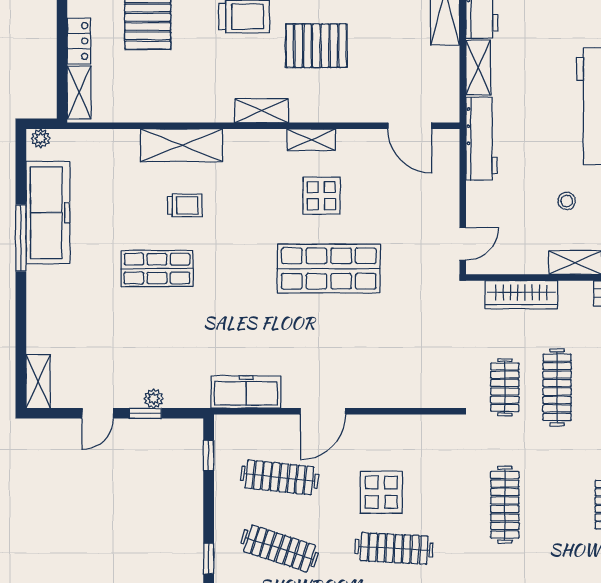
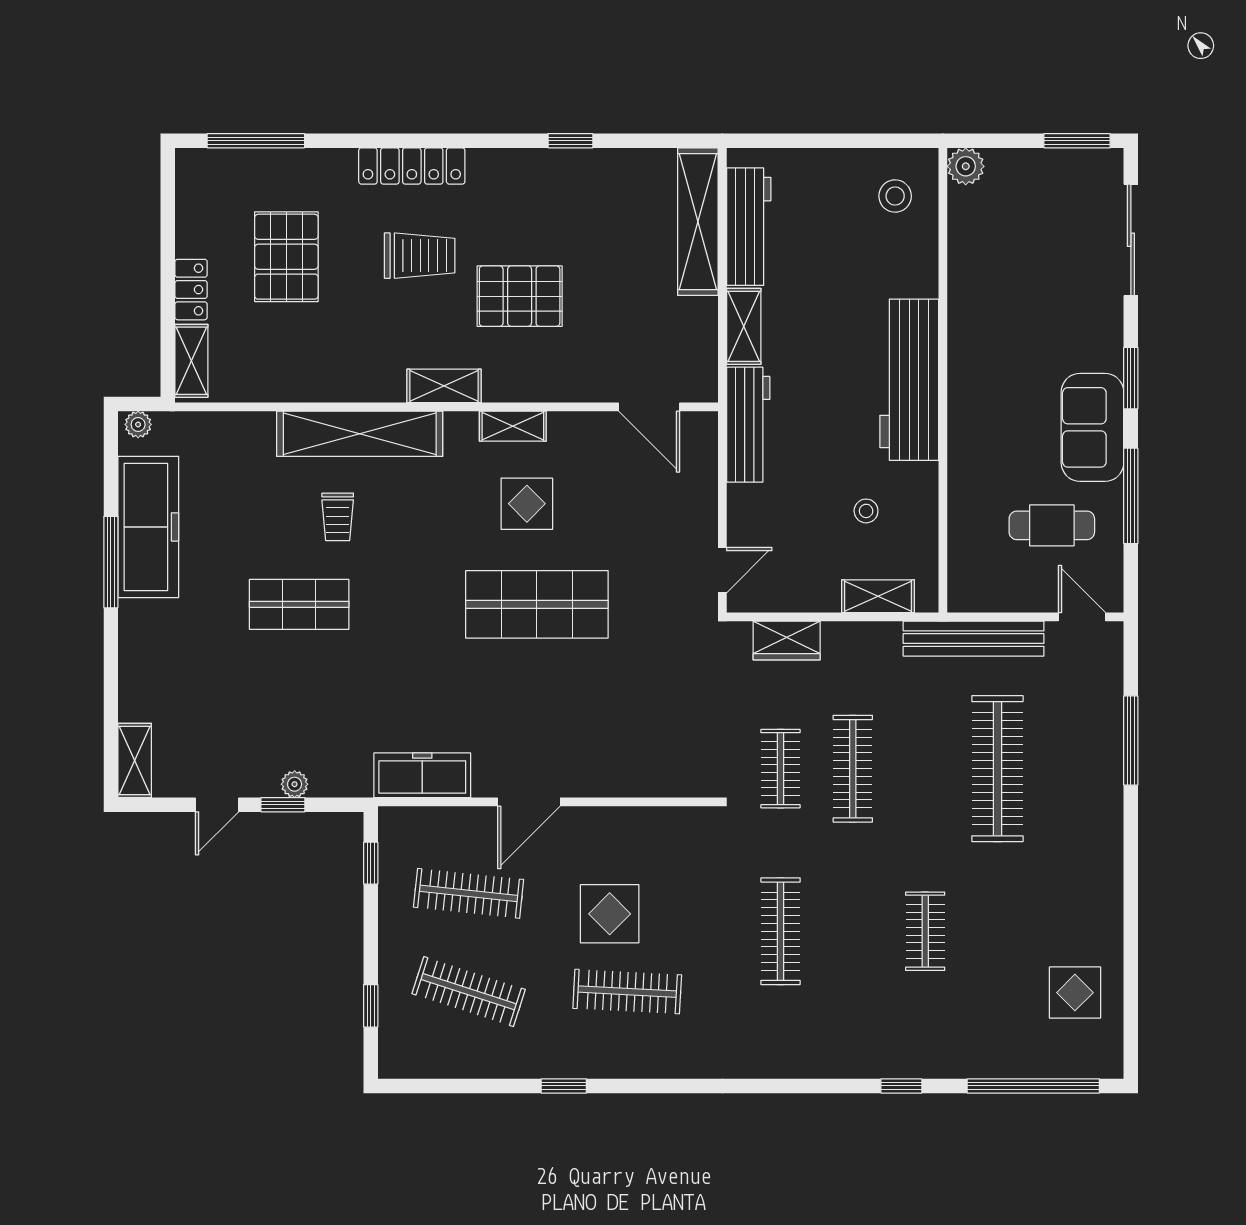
shelving: (182, 145) -> (360, 434), width x1.47
trolley: (185, 205) -> (338, 517), turned 90
wardrobe: (521, 295) -> (787, 641), width x0.67

